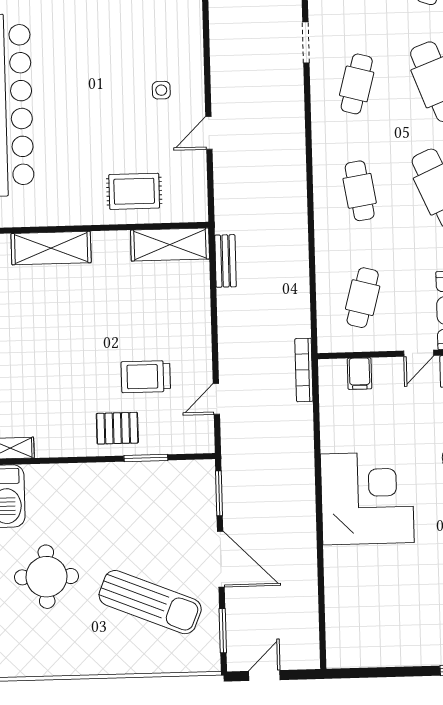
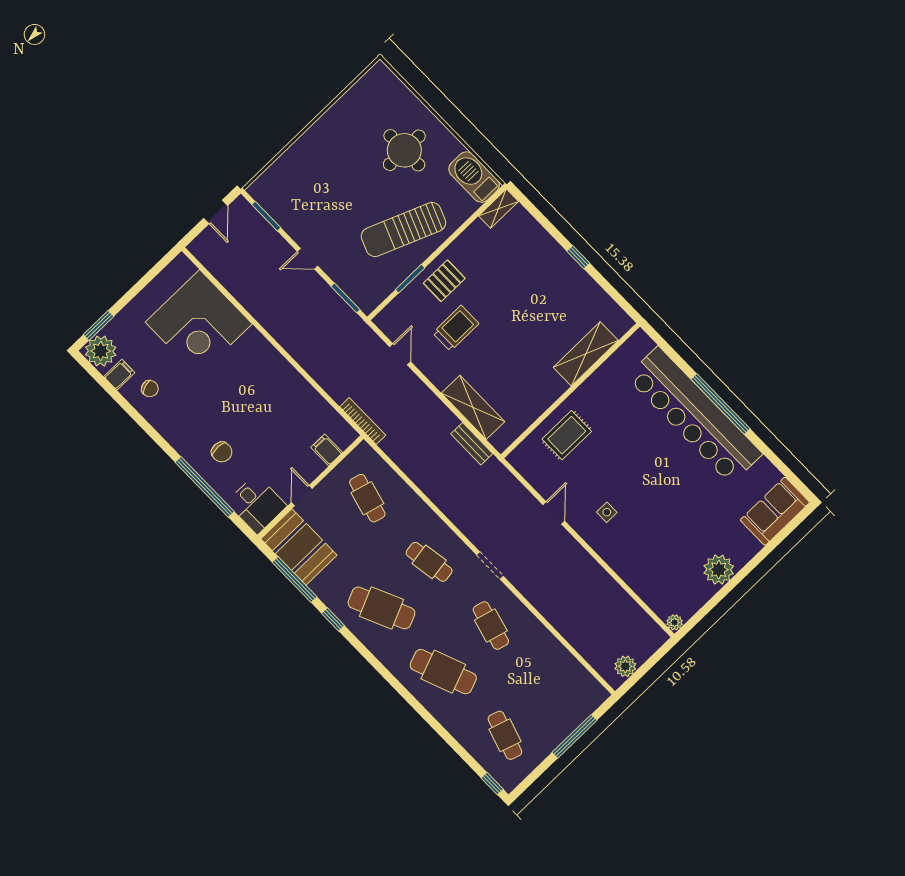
doorway: (306, 42) -> (490, 565), moved
shelving: (170, 245) -> (473, 407), moved, turned 90
corner desk: (367, 498) -> (199, 323), moved
door: (221, 559) -> (307, 259), width x0.53
sun lounger: (150, 602) -> (403, 229), moved

